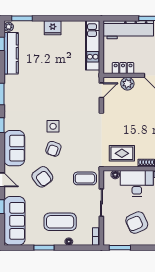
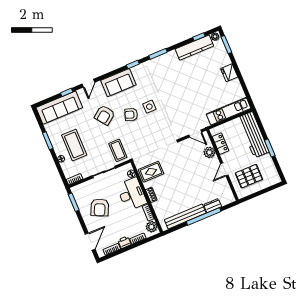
rug: (122, 153) -> (151, 172), turned 90
armchair: (137, 223) -> (100, 207), turned -131

